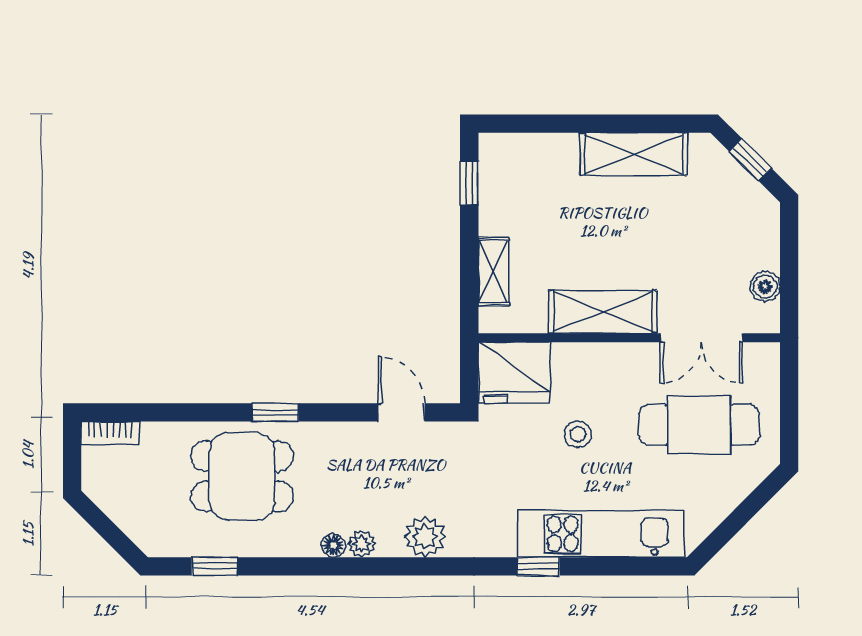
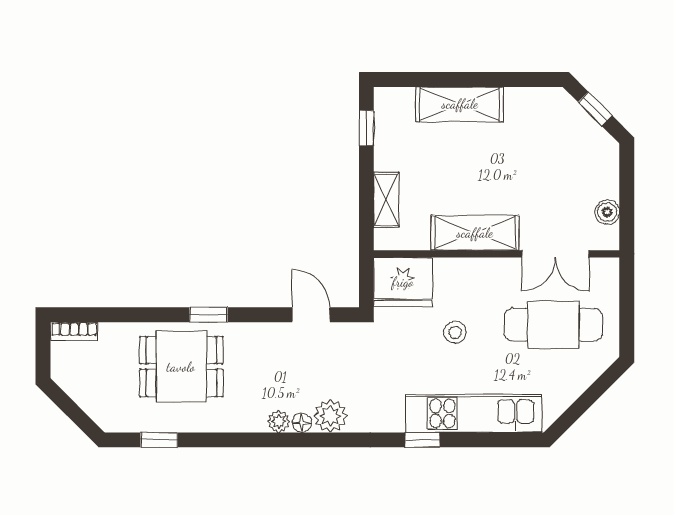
shelving: (633, 154) -> (460, 104), moved
floor lamp: (333, 545) -> (302, 423), moved

